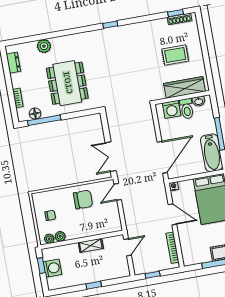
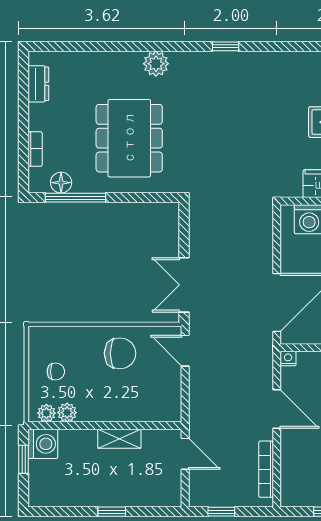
plant: (44, 46) -> (156, 64), moved
door: (118, 192) -> (185, 351), hinge flipped
door: (128, 247) -> (185, 454), hinge flipped
washing machine: (52, 268) -> (43, 444), moved

